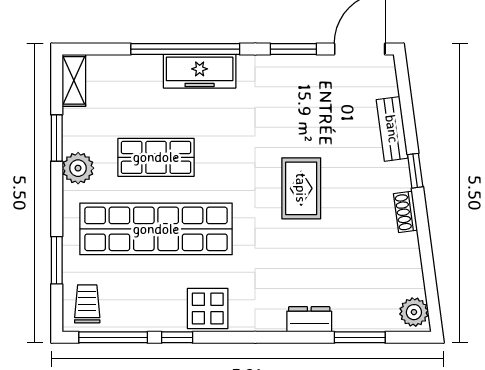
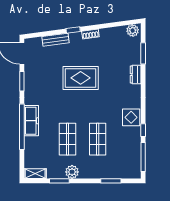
rug: (301, 188) -> (81, 78), width x1.36, depth x1.43
shop shelf: (156, 229) -> (98, 139), width x0.50, depth x0.74
trolley: (87, 304) -> (129, 168), removed

